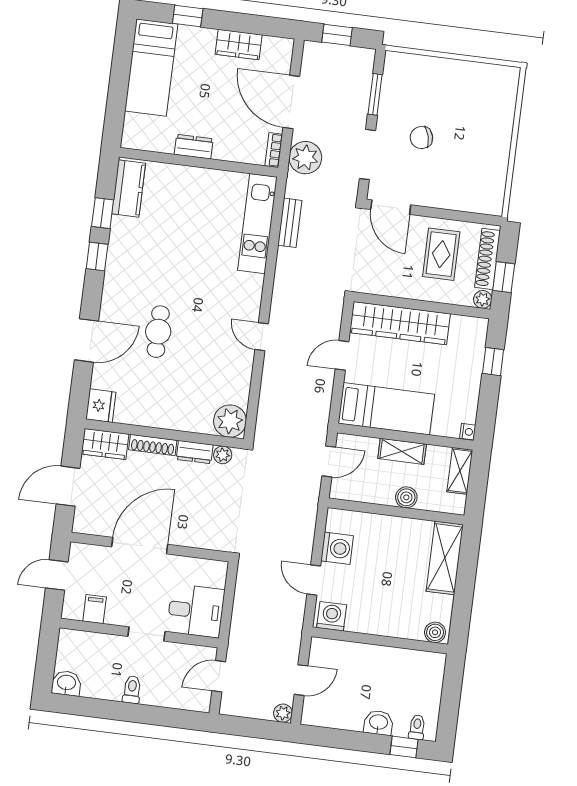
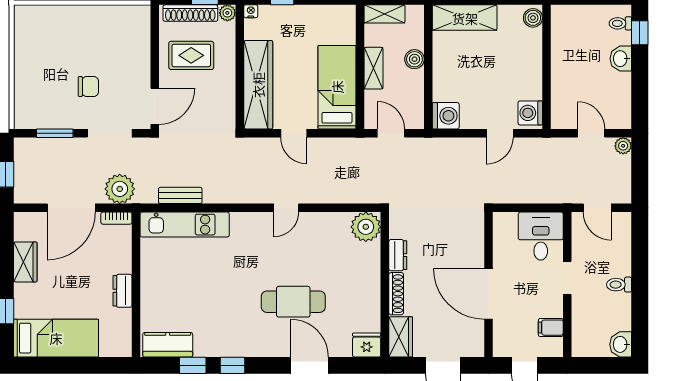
chair: (421, 138) -> (88, 87), turned -75
cafe table: (158, 332) -> (293, 302), width x1.37, depth x1.35
nightstand: (468, 432) -> (251, 11), moved
plant: (223, 455) -> (397, 230), removed
washing machine: (337, 548) -> (446, 116), moved, turned 90

